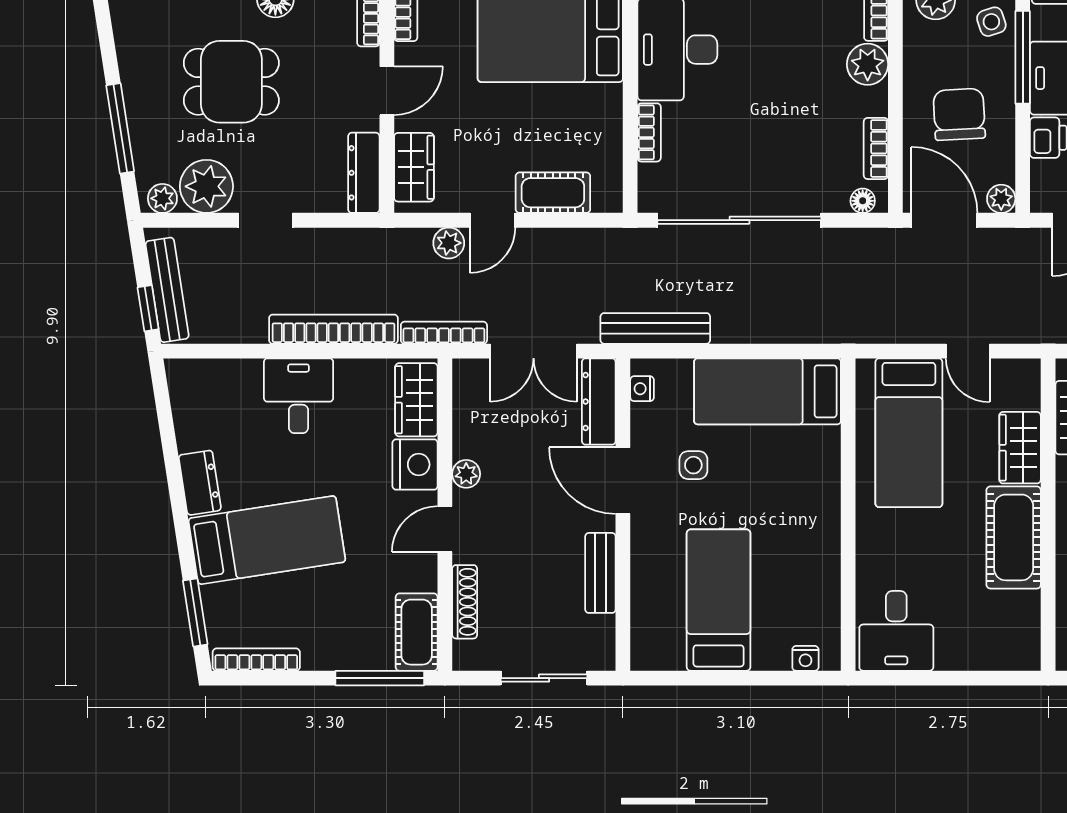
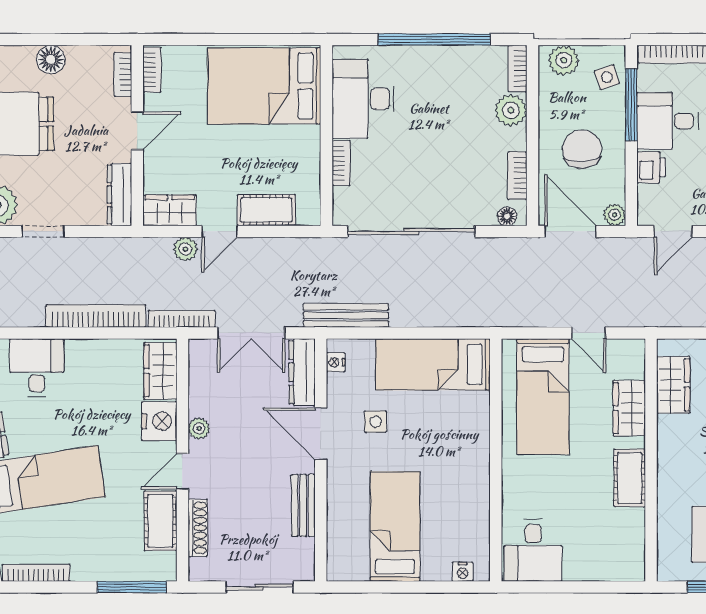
wardrobe: (414, 167) -> (170, 210), moved, turned -90
desk: (299, 396) -> (37, 368), moved
cot: (1014, 537) -> (630, 478), width x0.73, depth x0.75
cot: (417, 632) -> (160, 521), moved

